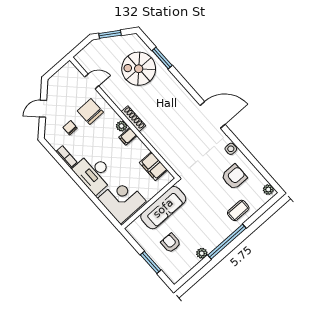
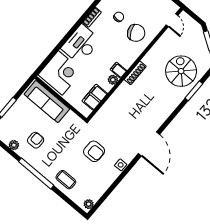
door: (92, 81) -> (172, 20), moved
chair: (90, 111) -> (136, 33), turned 67
plant: (122, 126) -> (113, 80), moved
armchair: (234, 177) -> (94, 151), moved
sofa: (163, 208) -> (47, 102), moved
armchair: (171, 243) -> (36, 140), moved
plant: (202, 253) -> (14, 145), moved

